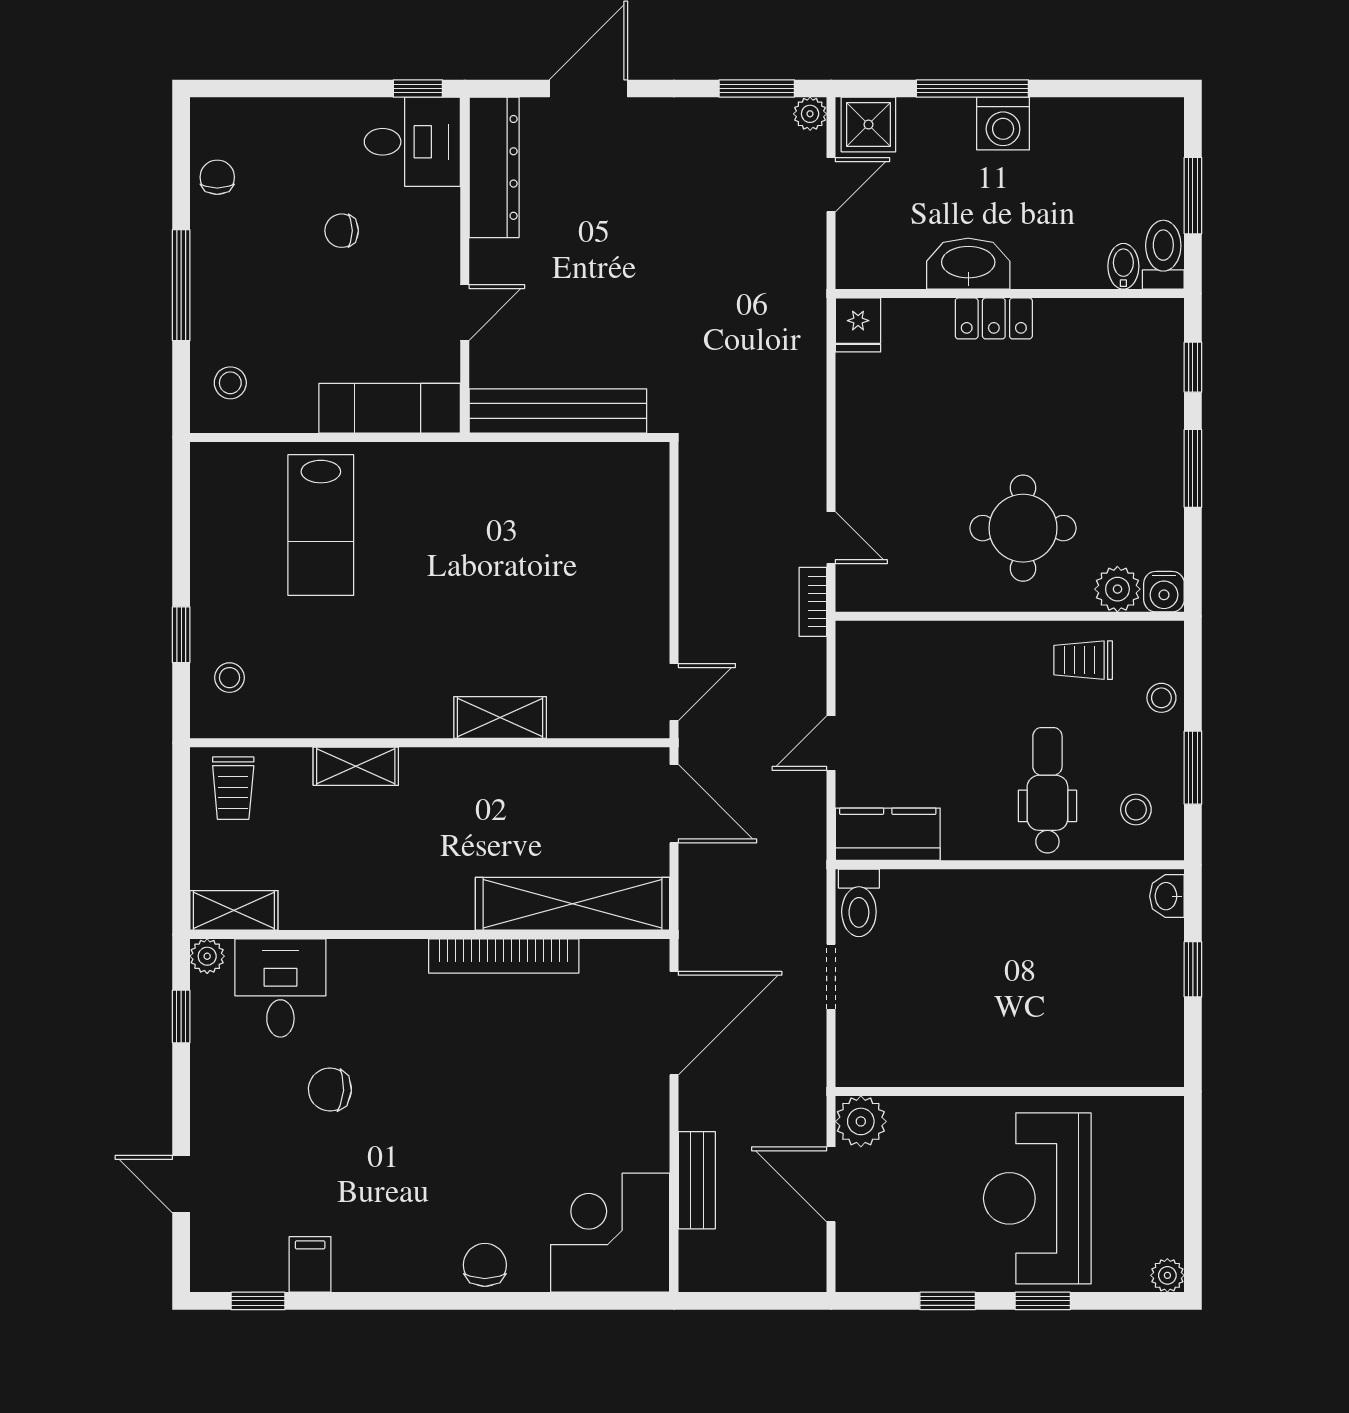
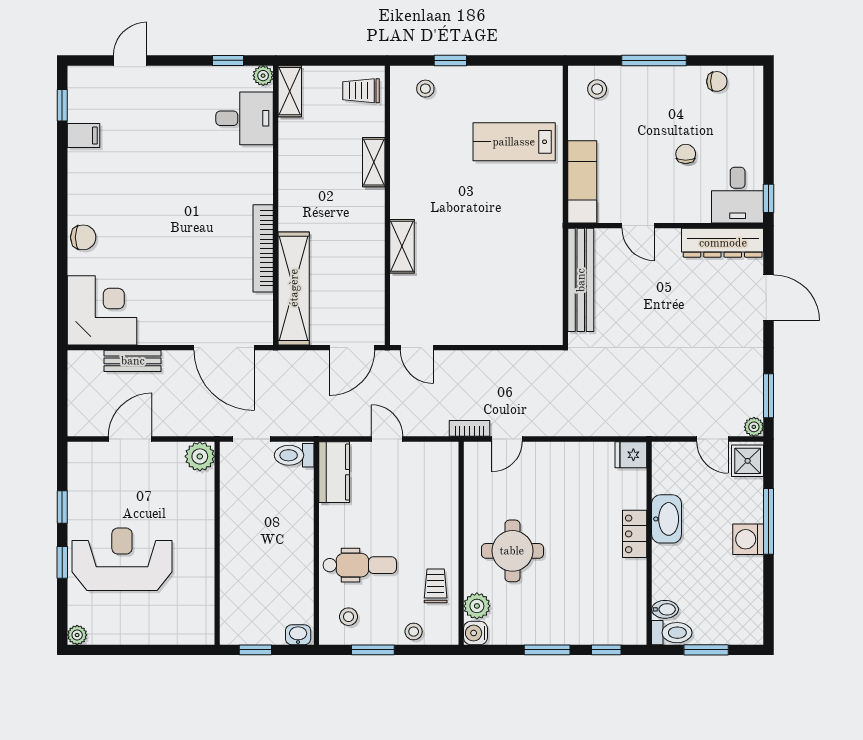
chair: (330, 1089) -> (185, 147), removed
wall: (1010, 1092) -> (217, 543), moved
plant: (861, 1121) -> (200, 456), moved

